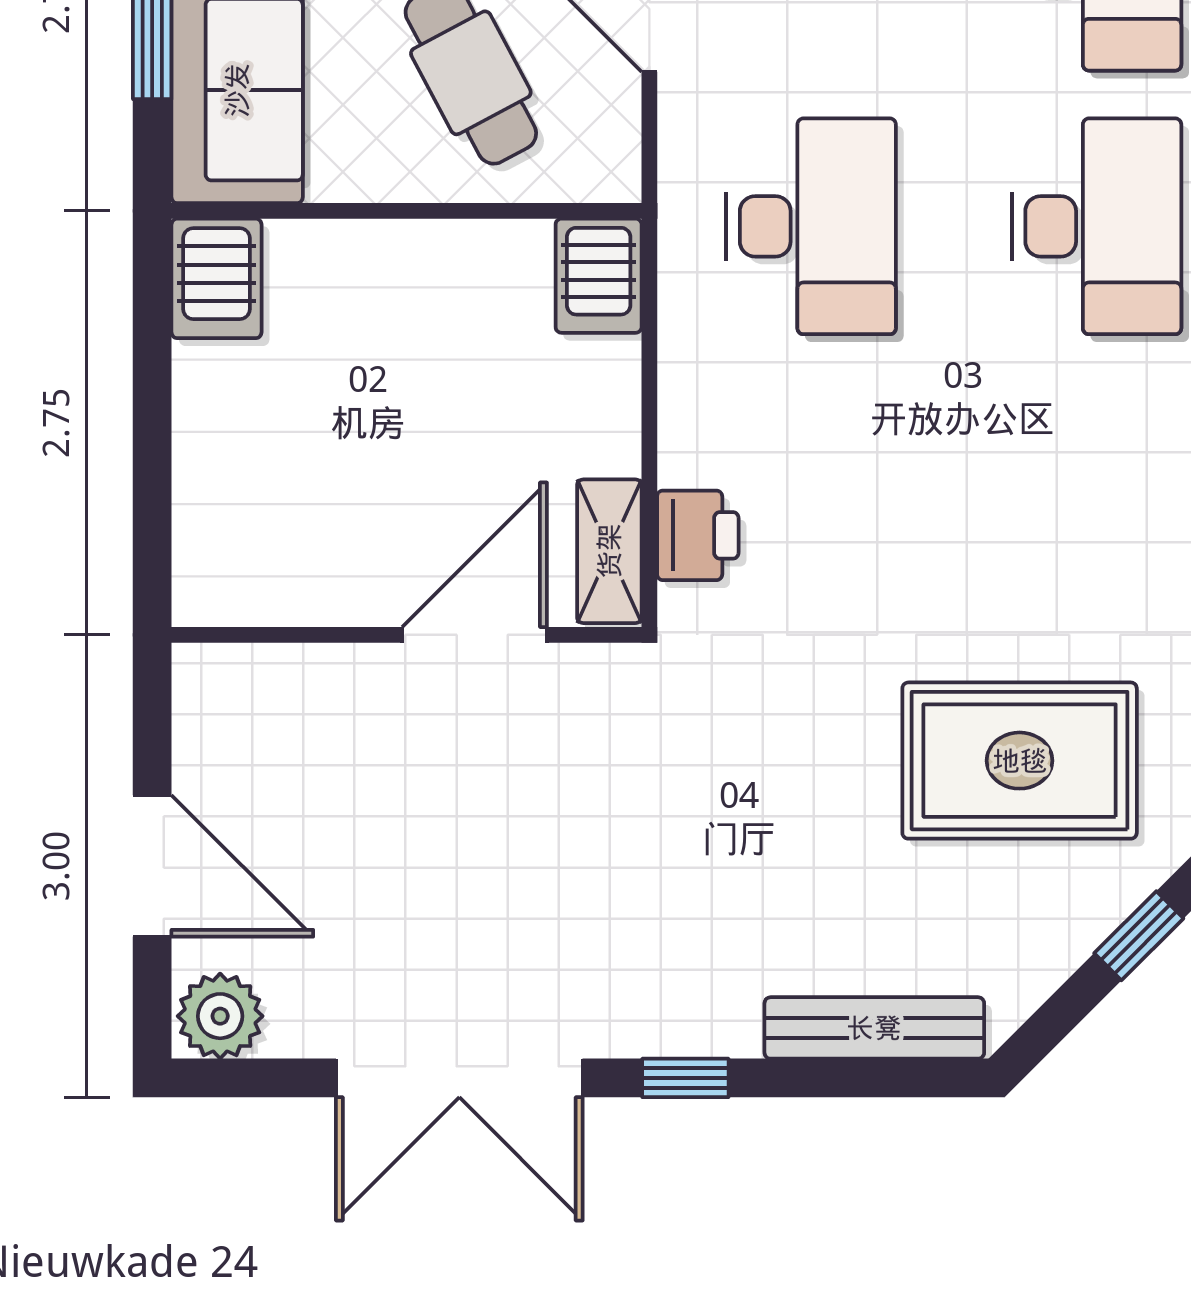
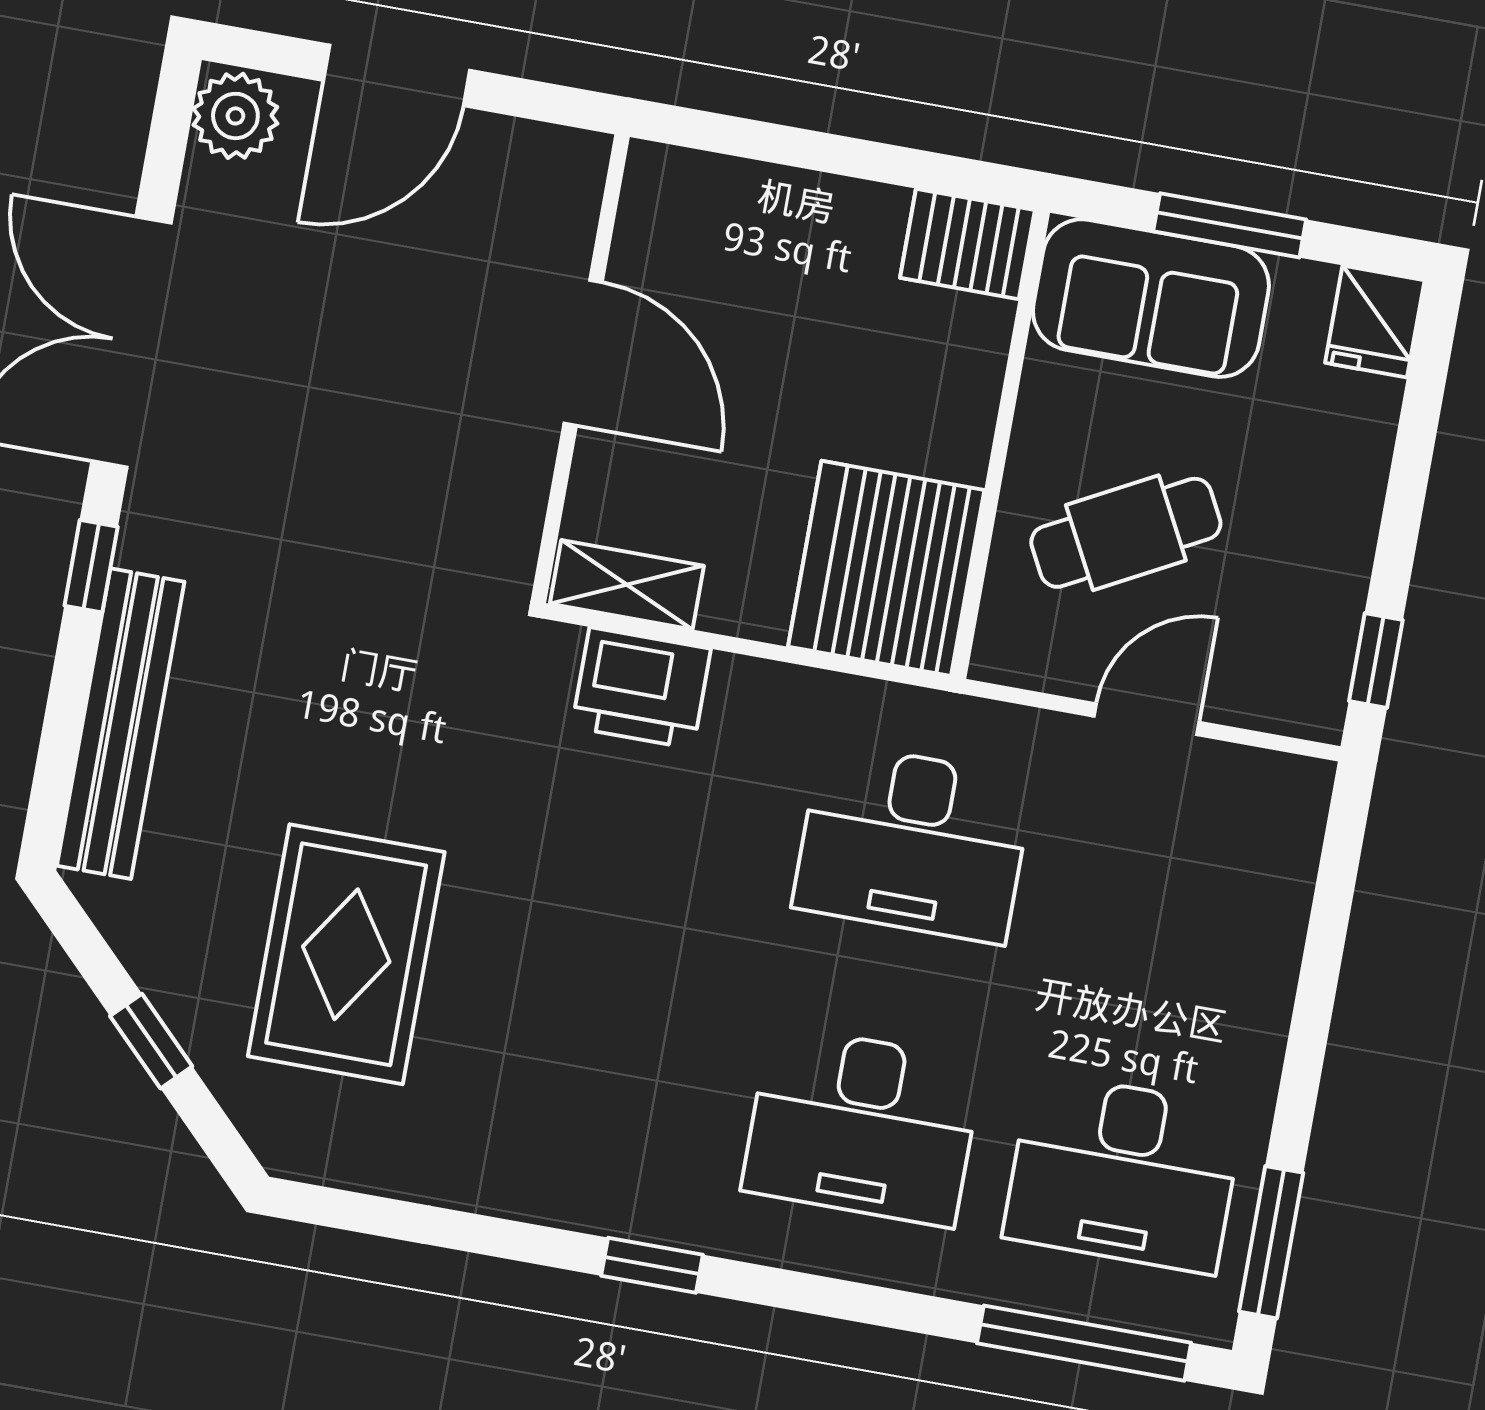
server rack: (599, 276) -> (886, 568), width x2.18, depth x1.44
printer: (698, 535) -> (641, 688), width x1.36, depth x1.24
door: (475, 635) -> (583, 353), moved
bench: (874, 1028) -> (121, 724), width x1.37, depth x1.21

